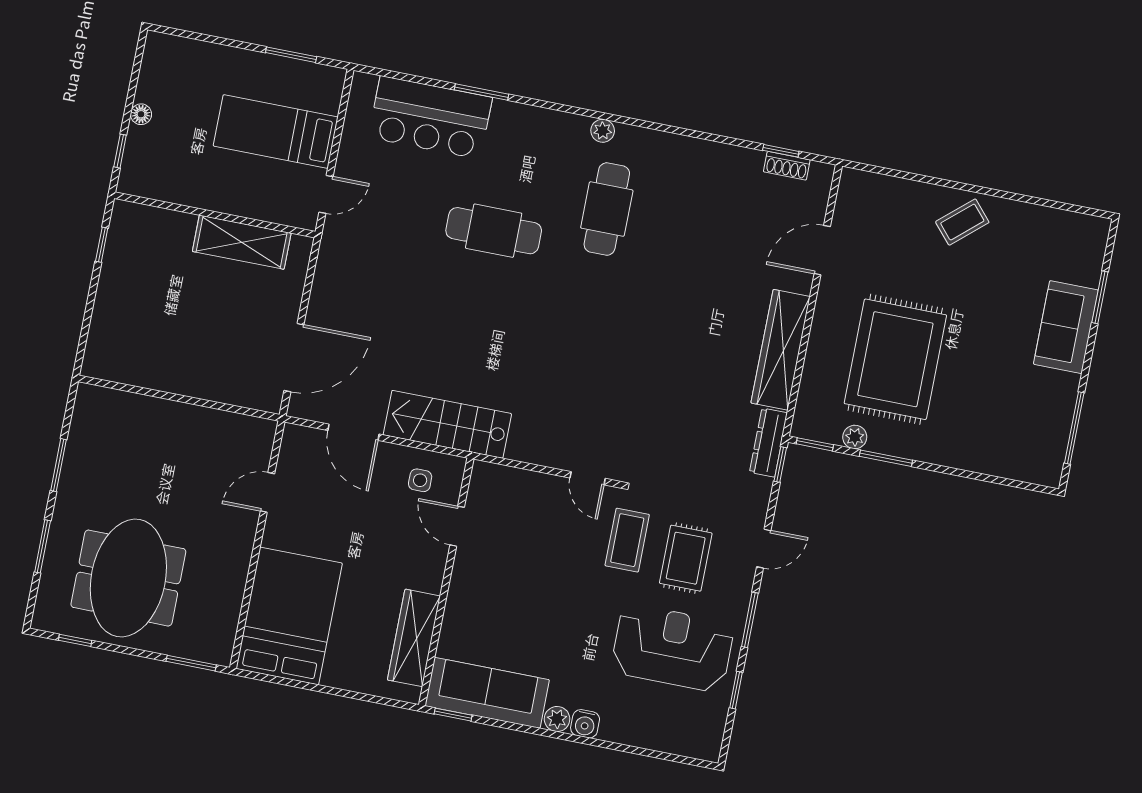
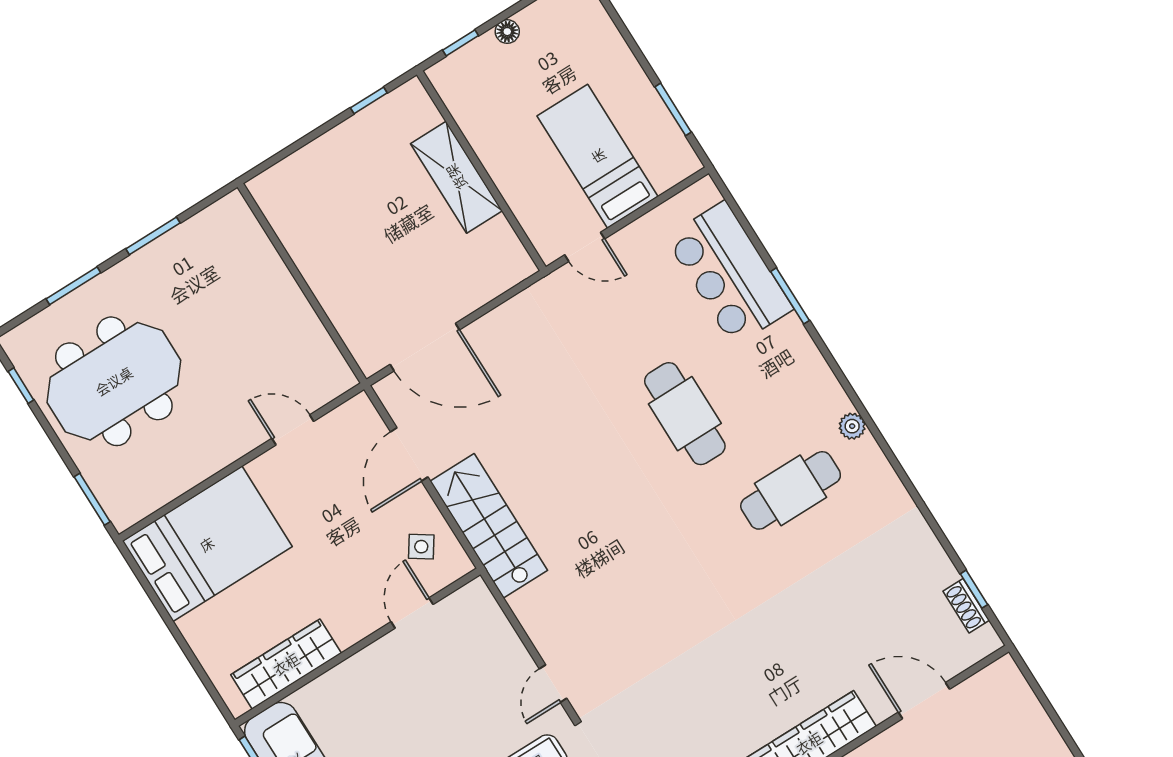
shelving: (242, 242) -> (456, 177), moved
side table: (420, 480) -> (421, 547), turned 34

